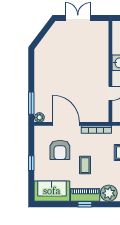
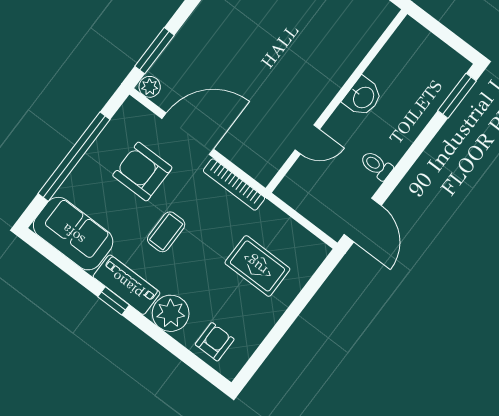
door: (66, 124) -> (188, 134), hinge flipped
armchair: (60, 150) -> (142, 172), turned 90
window: (31, 163) -> (74, 157), width x3.17

